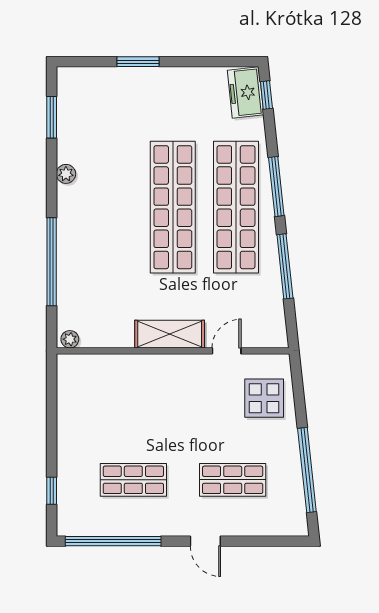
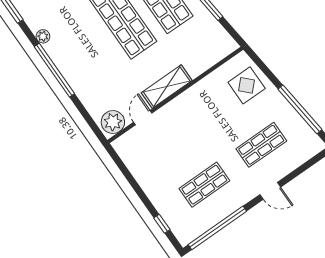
window: (52, 262) -> (54, 70), moved
plant: (70, 339) -> (113, 122), width x1.87, depth x1.87
door: (227, 351) -> (143, 118), moved

